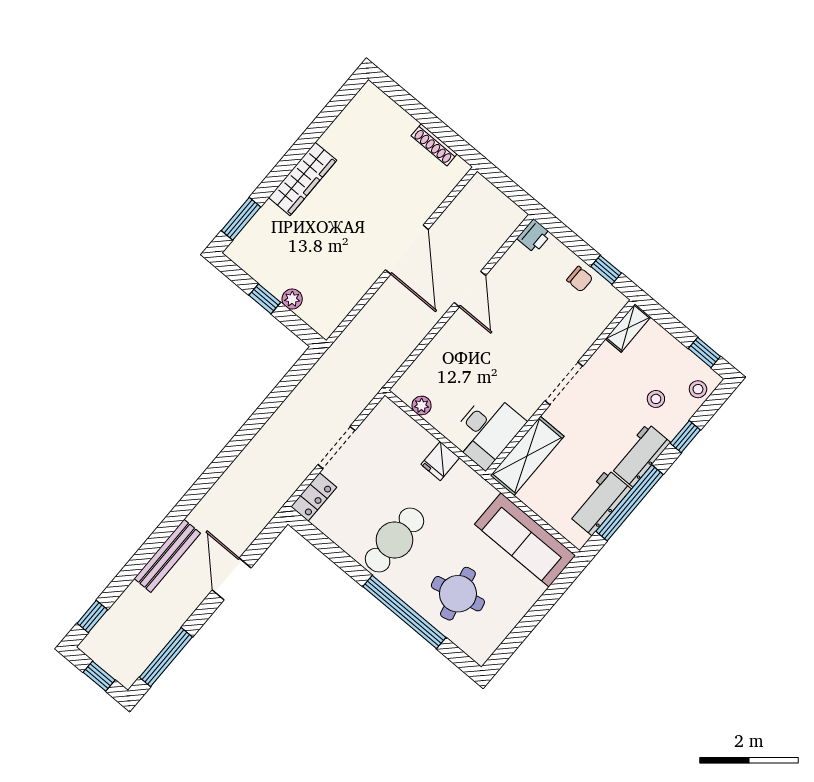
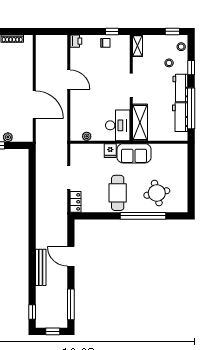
door: (407, 250) -> (34, 105), moved
sofa: (525, 540) -> (134, 153), moved, width x0.73

